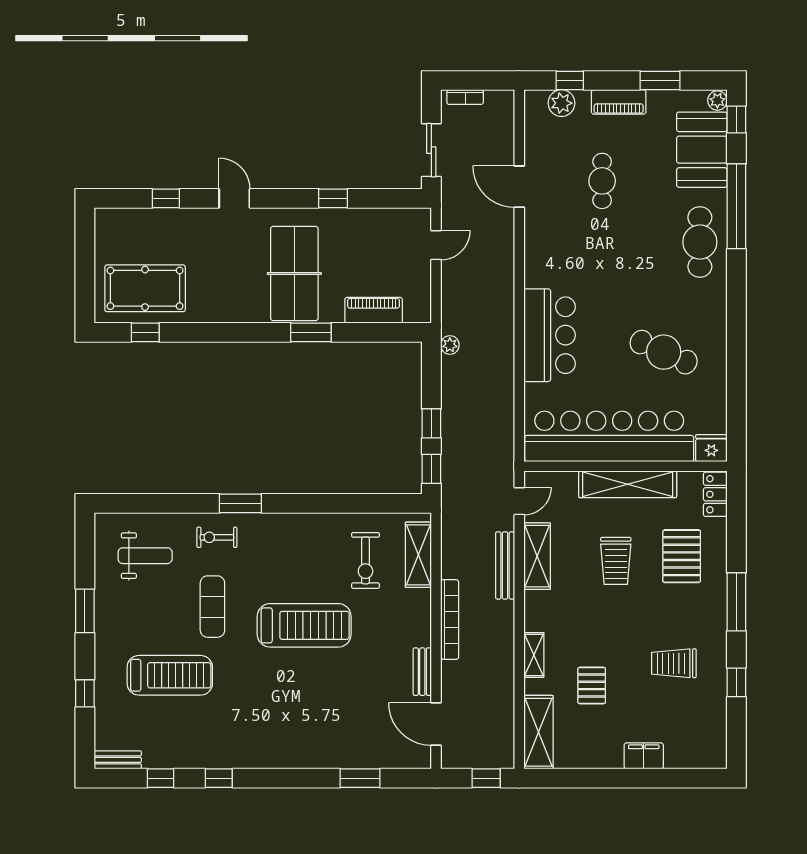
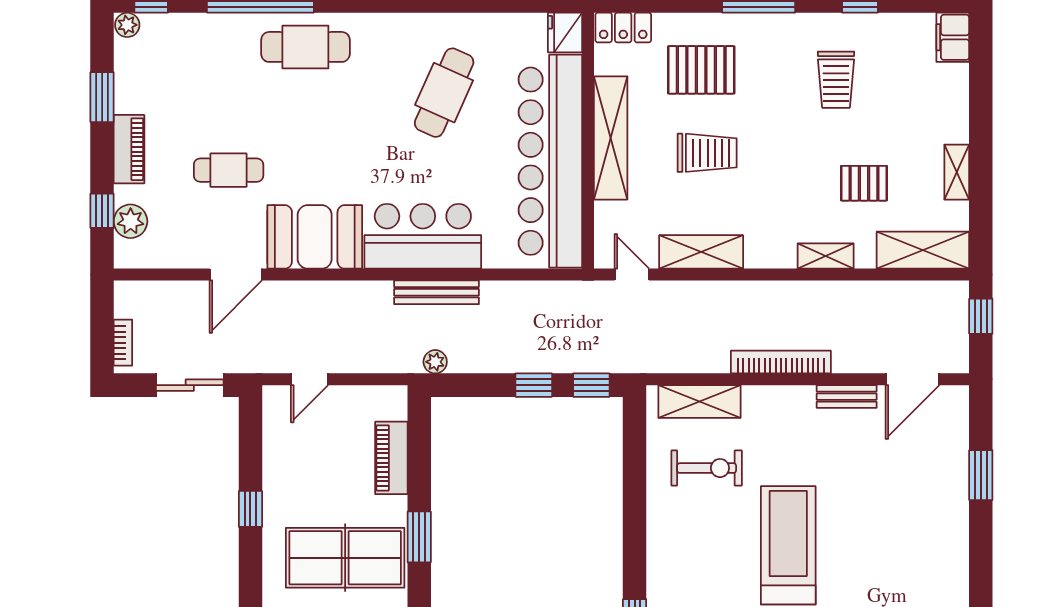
booth: (702, 150) -> (315, 237), moved
door: (436, 245) -> (310, 379), swing flipped
bench: (505, 565) -> (437, 292), moved
filing cabinet: (644, 756) -> (953, 37), moved
shelving: (600, 759) -> (957, 172), added

